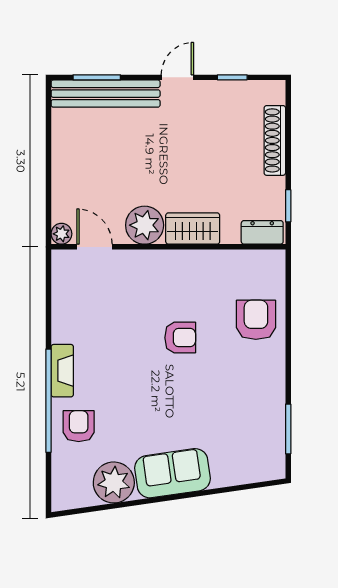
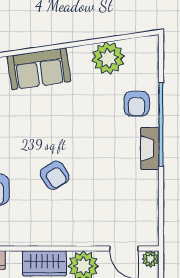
armchair: (180, 338) -> (55, 175), turned -123
sofa: (172, 473) -> (39, 69), moved

